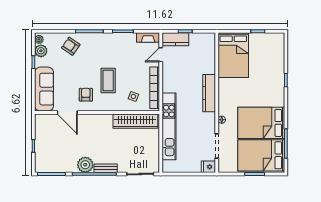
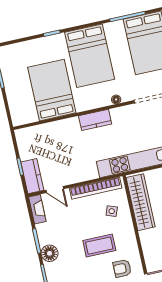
floor lamp: (111, 39) -> (50, 253), added
bed: (233, 55) -> (52, 90), moved, turned -90
kitchen counter: (209, 93) -> (95, 120), width x0.67
bed: (261, 123) -> (90, 56), moved

